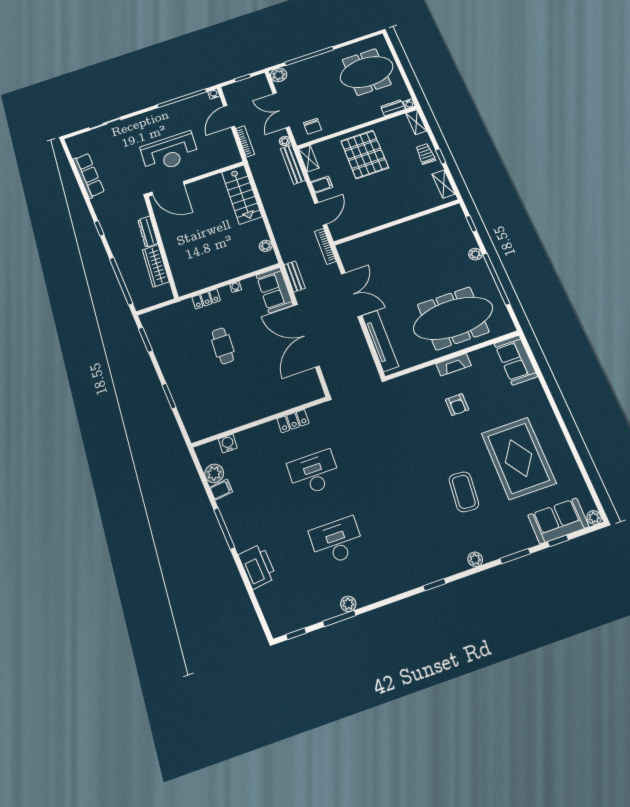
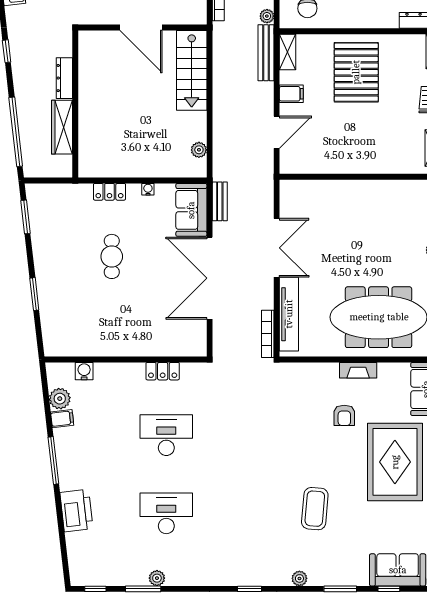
door: (168, 188) -> (141, 28), moved
bookcase: (325, 246) -> (268, 334), moved
rug: (518, 458) -> (395, 462), moved

